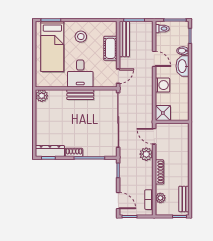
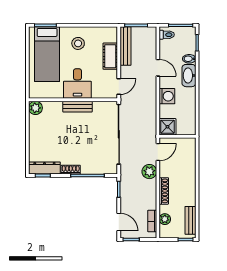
door: (154, 136) -> (158, 152), swing flipped

